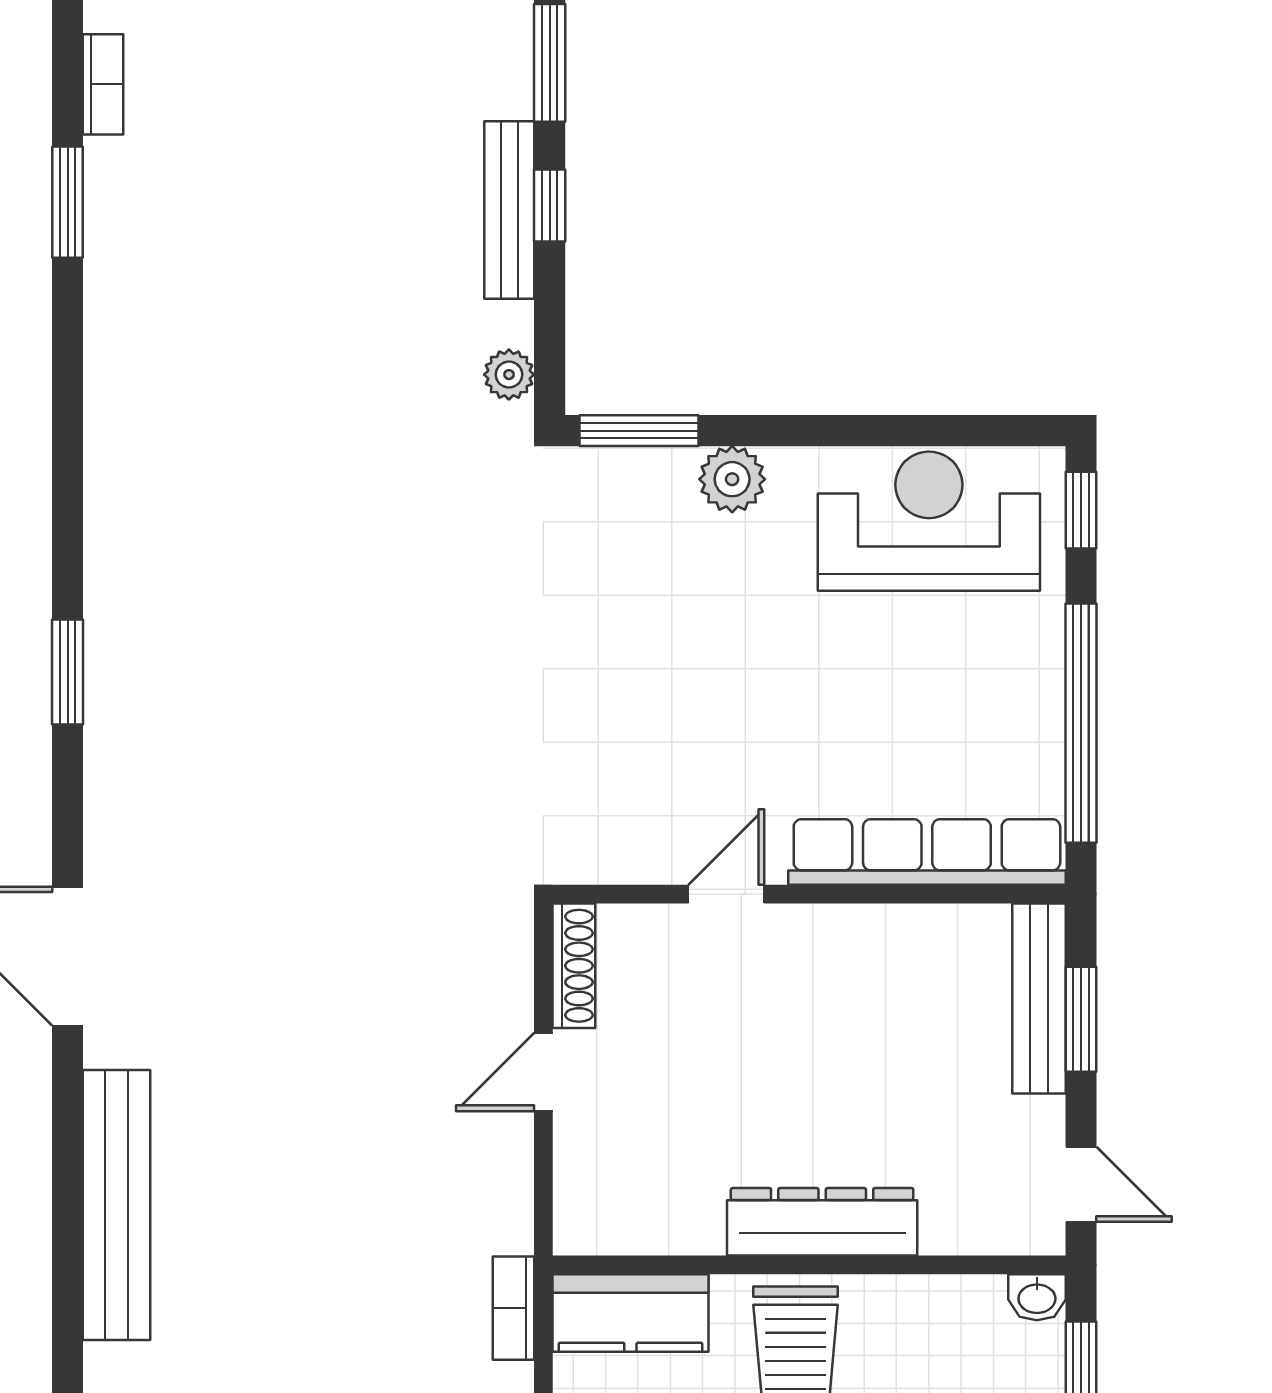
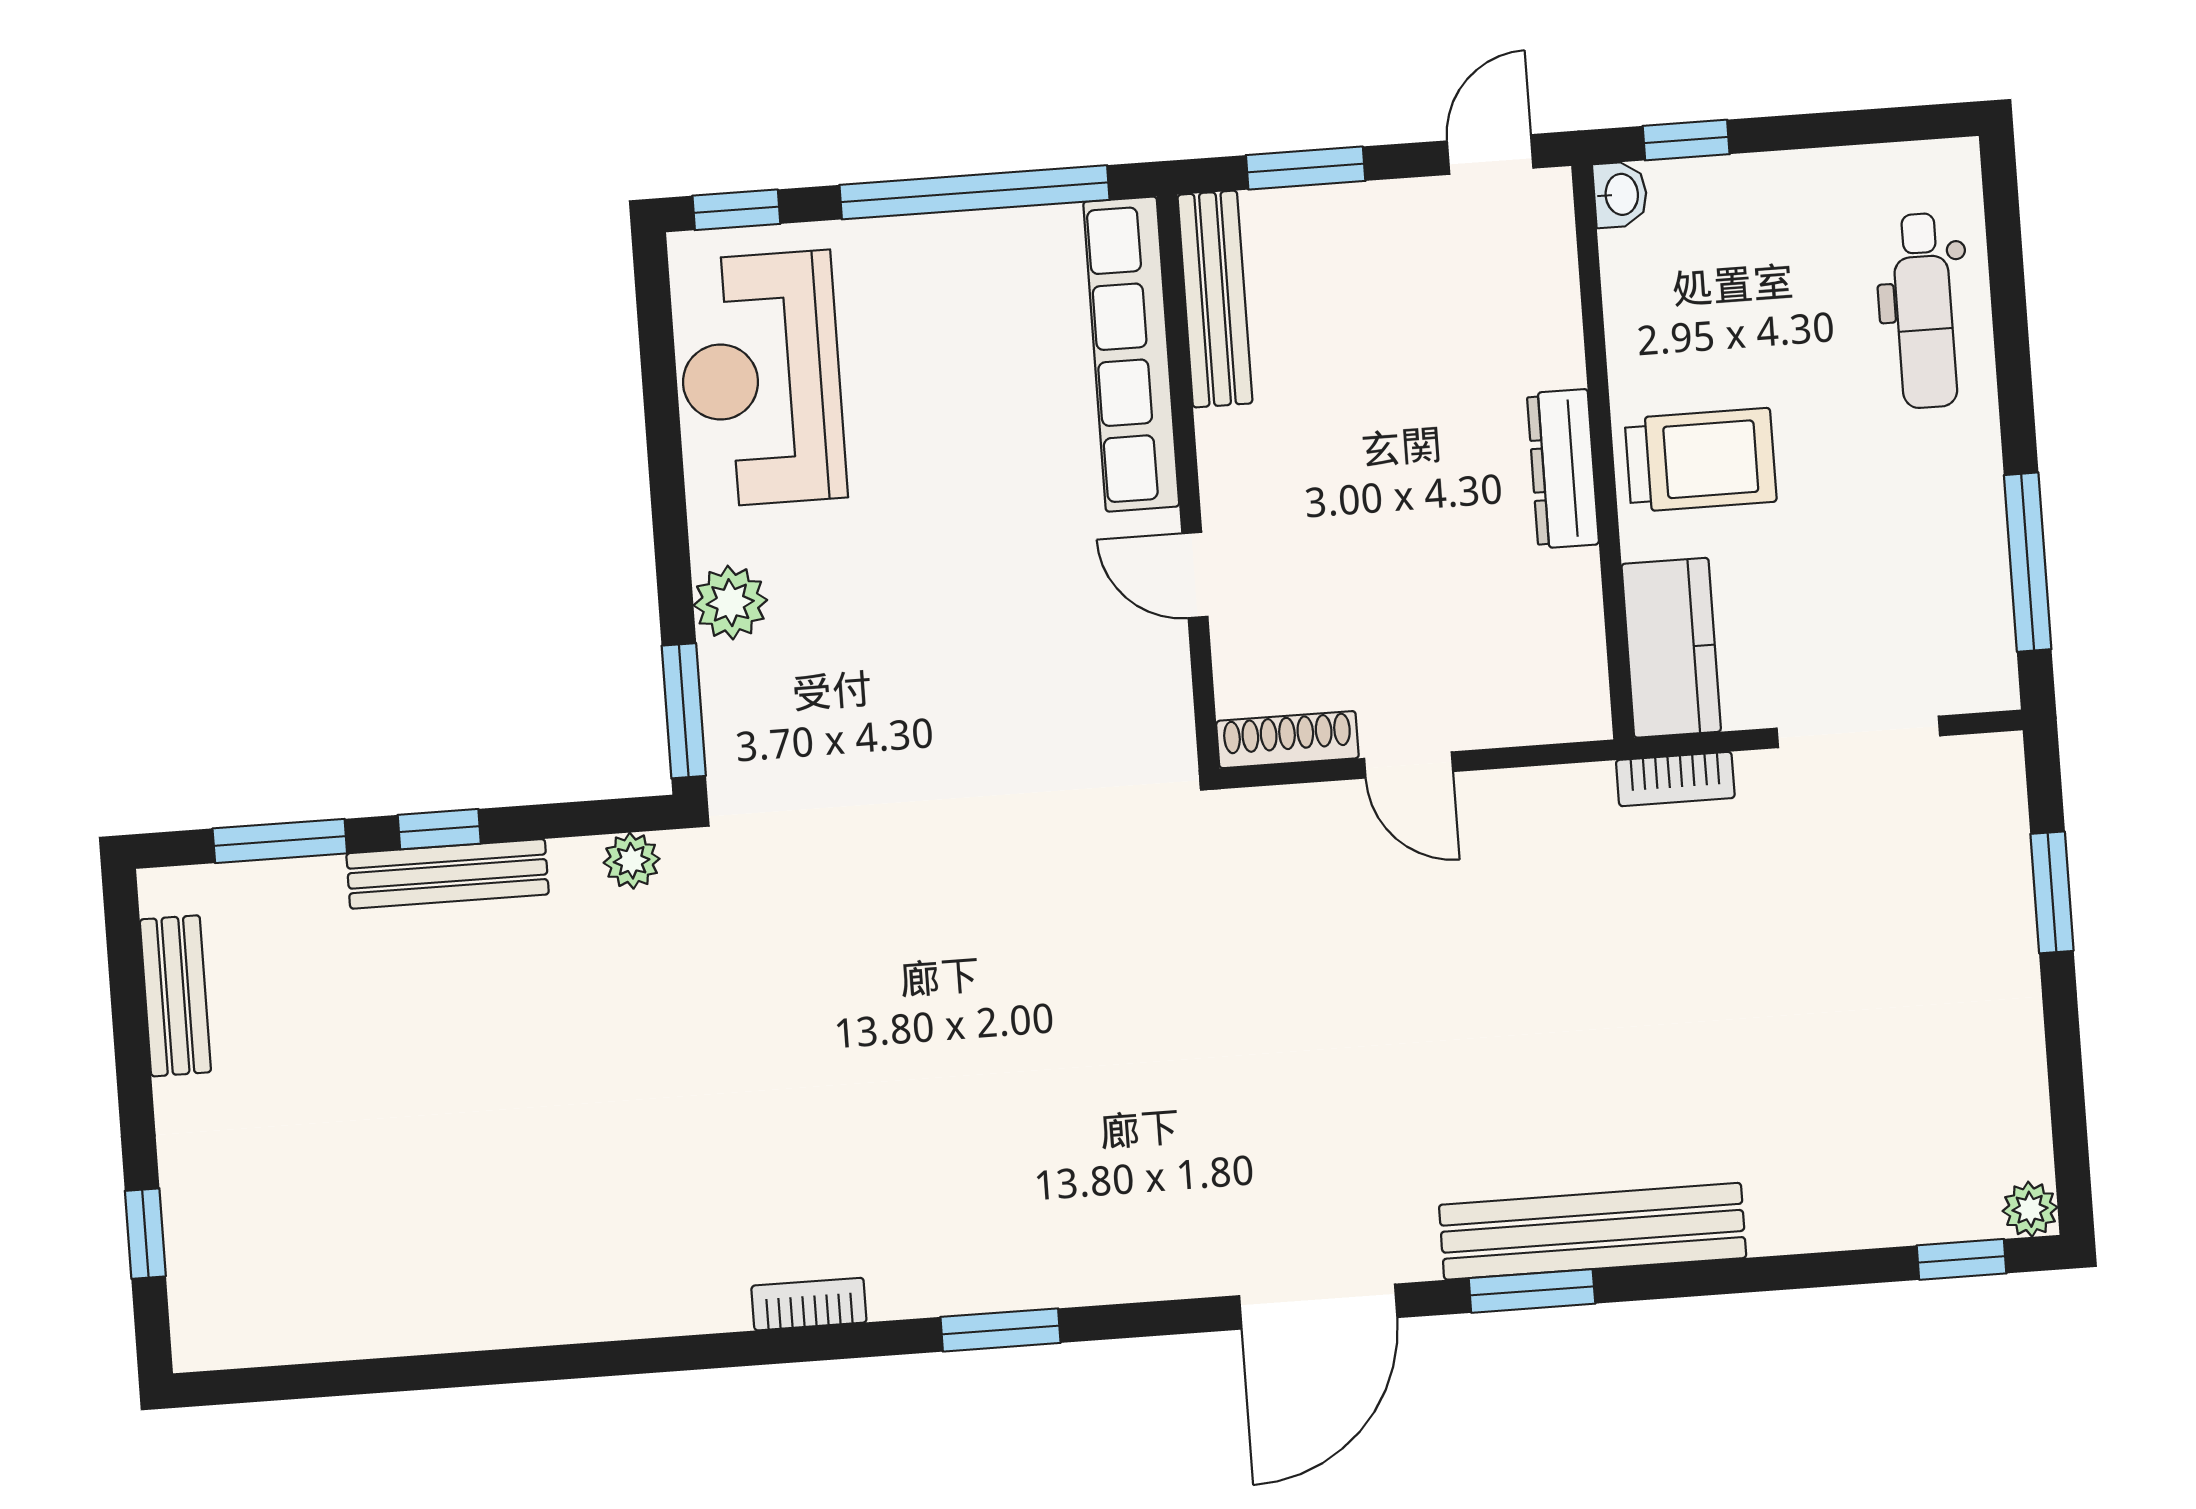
bookcase: (103, 84) -> (809, 1304), moved
window: (68, 202) -> (1532, 1291), moved
bench: (1039, 999) -> (1215, 299), moved, turned 90
dresser: (822, 1222) -> (1563, 469), width x0.73, depth x0.80

